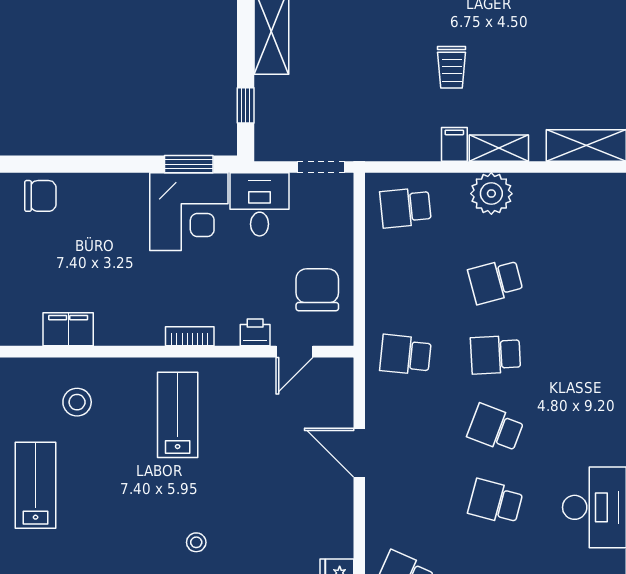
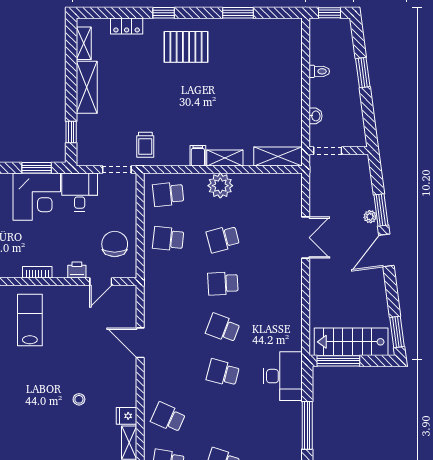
trolley: (452, 67) -> (145, 145), moved
school desk: (405, 355) -> (168, 239), moved
stool: (196, 542) -> (79, 399), moved

